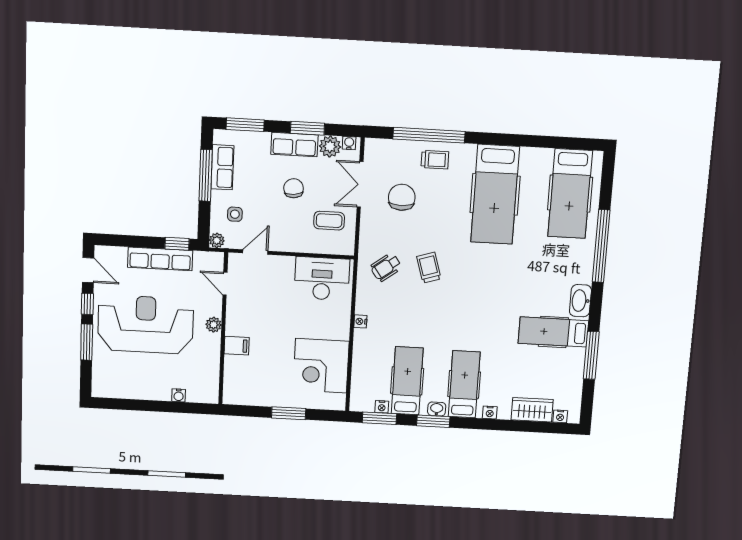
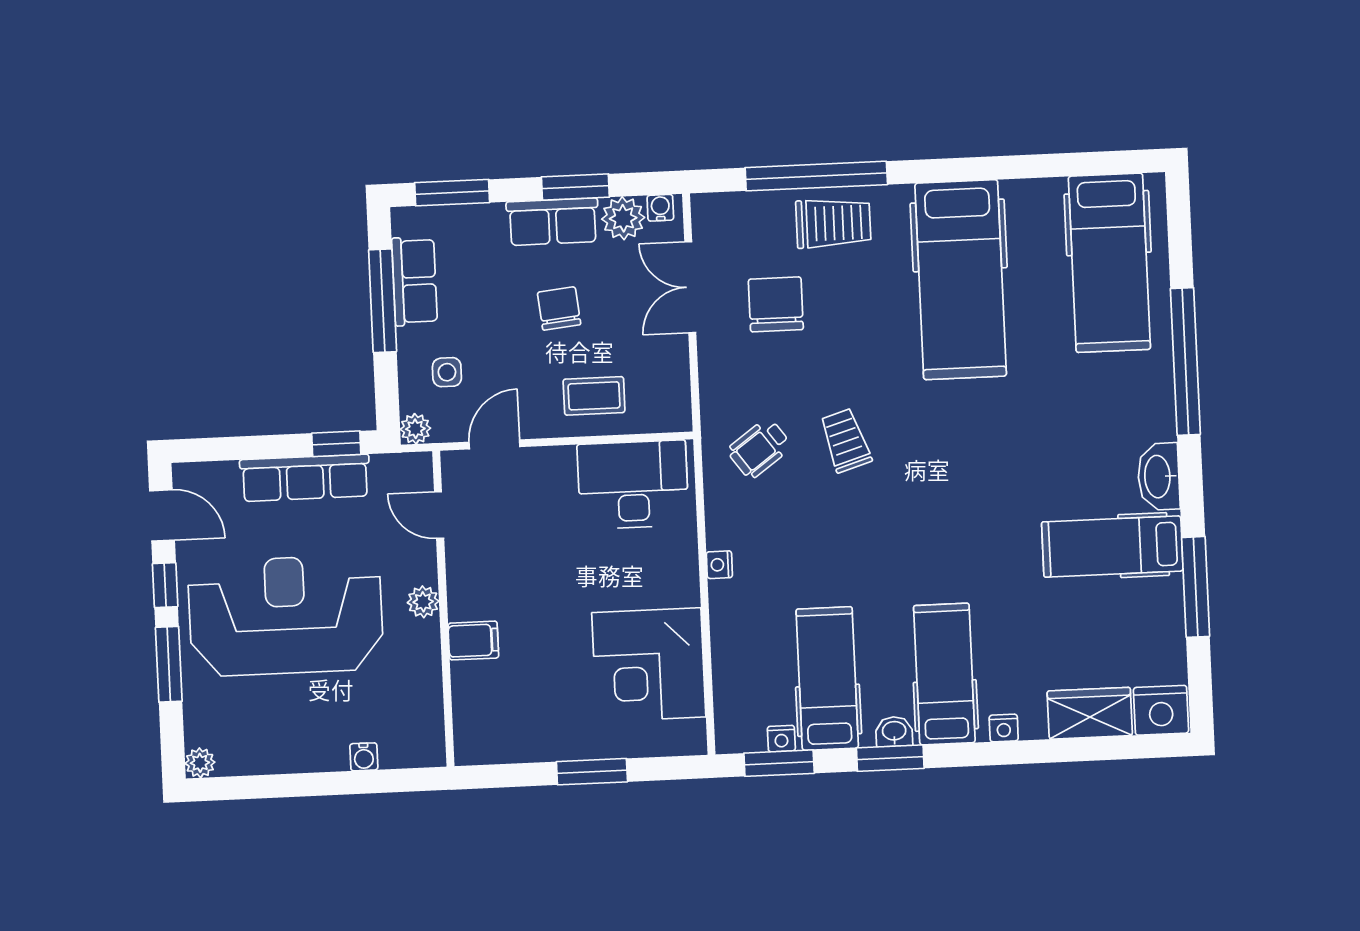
trolley: (435, 160) -> (833, 223), width x1.36, depth x1.39
coffee table: (329, 221) -> (594, 396), moved
plant: (99, 390) -> (200, 763), added
nightstand: (560, 416) -> (1161, 710), width x1.89, depth x1.79

